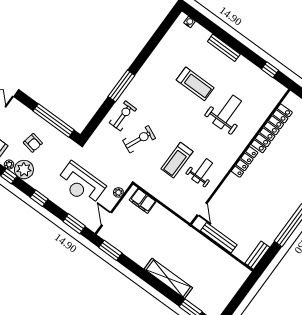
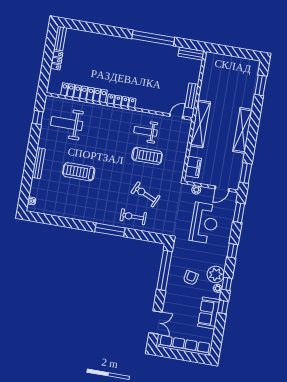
treadmill: (195, 84) -> (79, 172), turned -90
weight bench: (227, 112) -> (67, 123), moved
shelving: (182, 229) -> (200, 124), added
bench: (219, 238) -> (192, 96), width x0.73
shelving: (168, 278) -> (242, 130), moved

